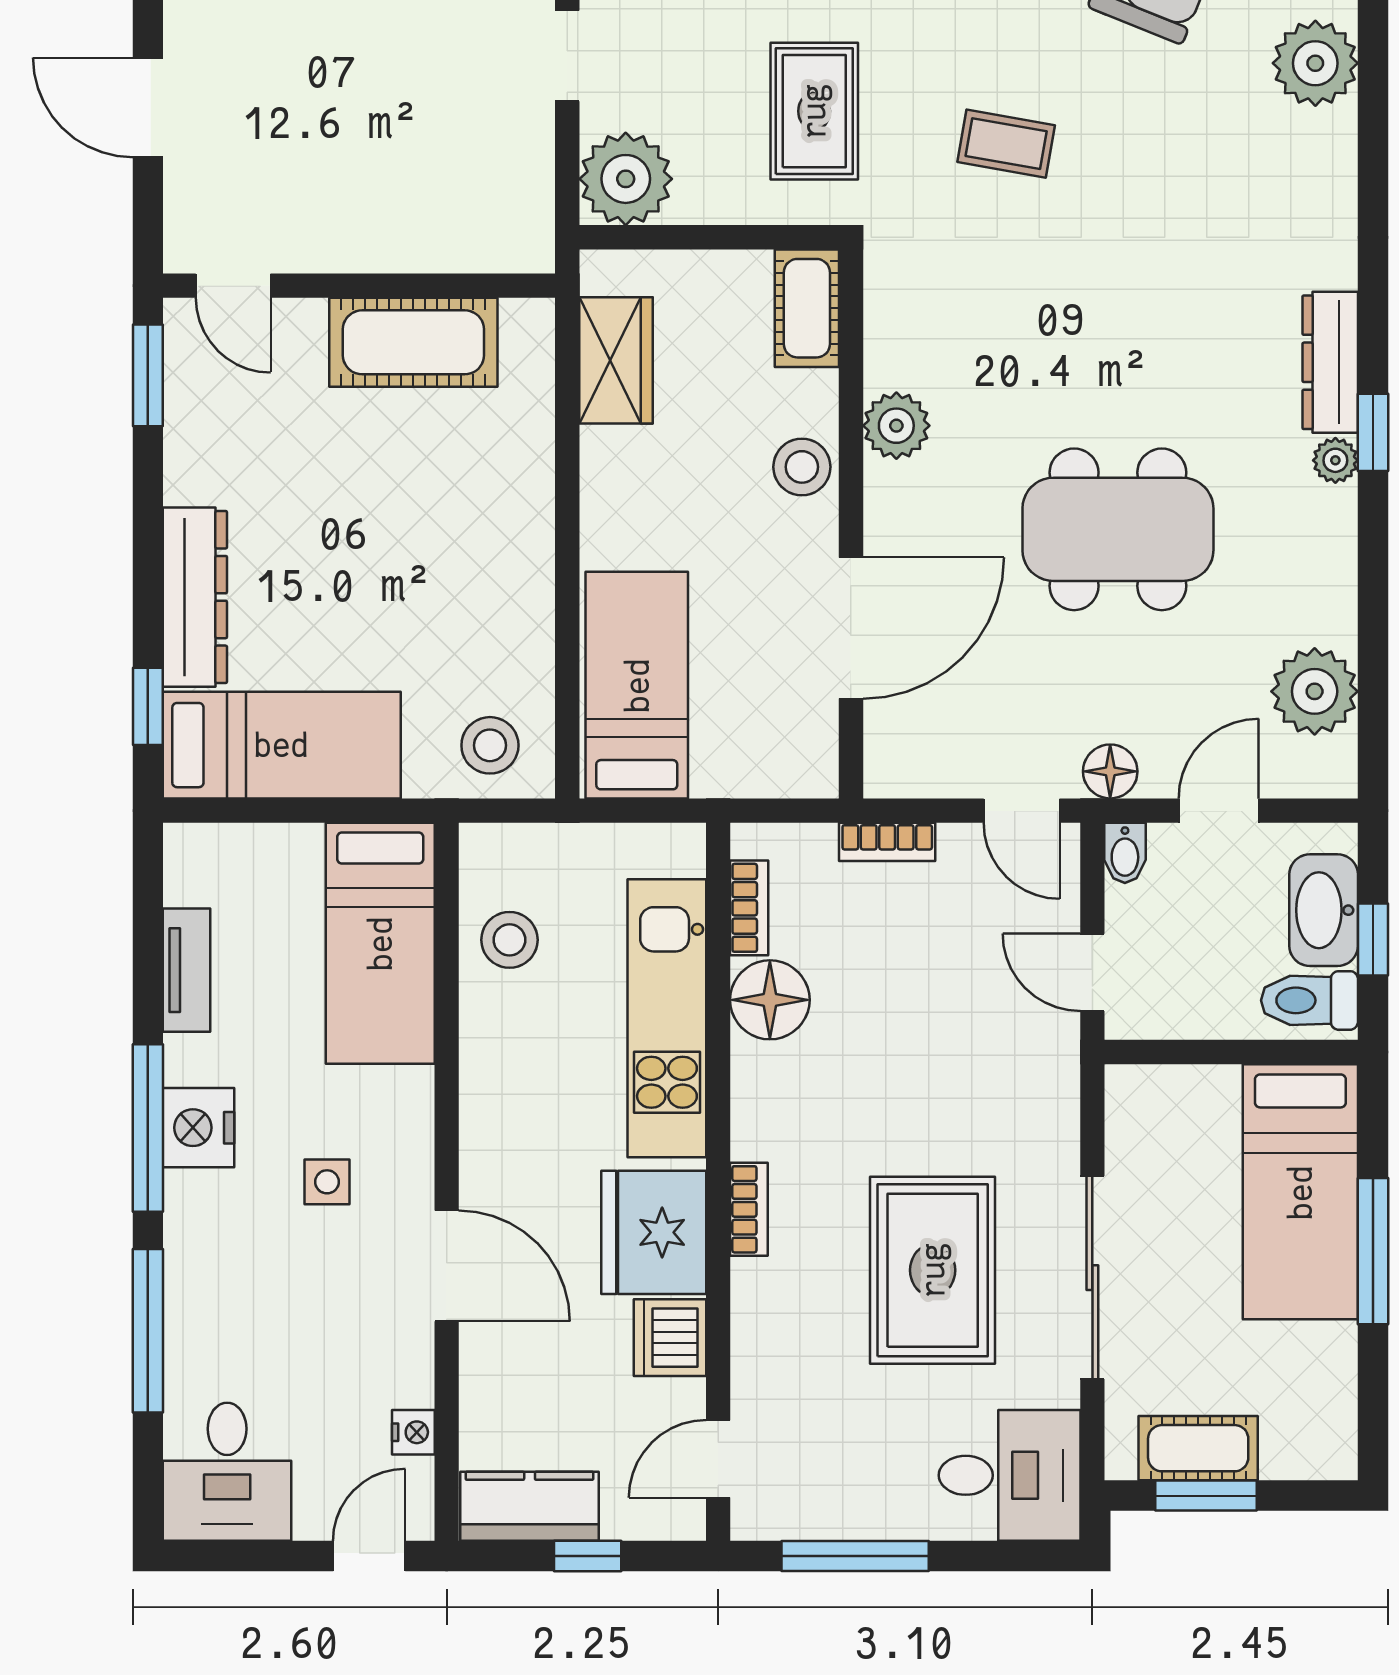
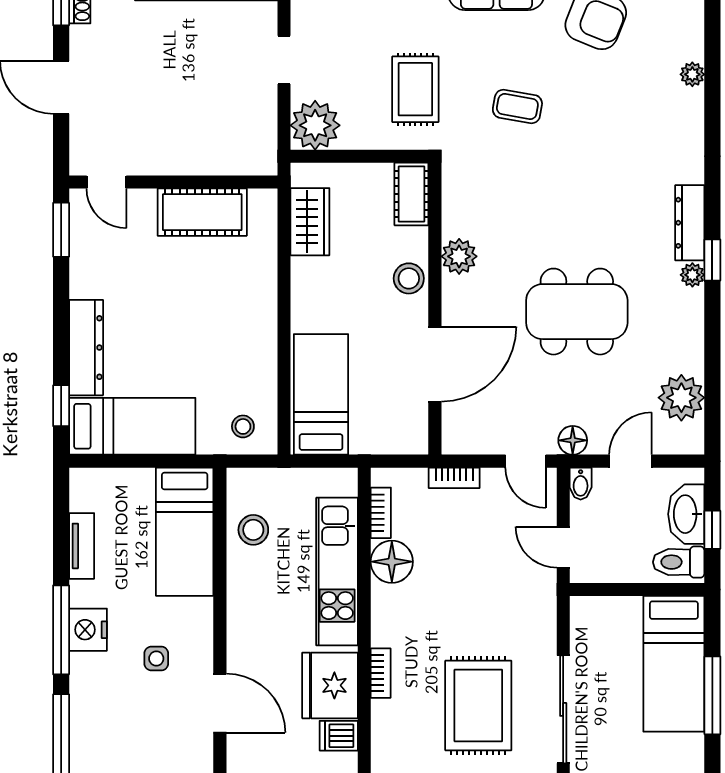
plant: (1315, 63) -> (692, 74), width x0.53, depth x0.53
stool: (490, 745) -> (243, 426), width x0.73, depth x0.73
dishwasher: (670, 1338) -> (339, 736), width x0.73

